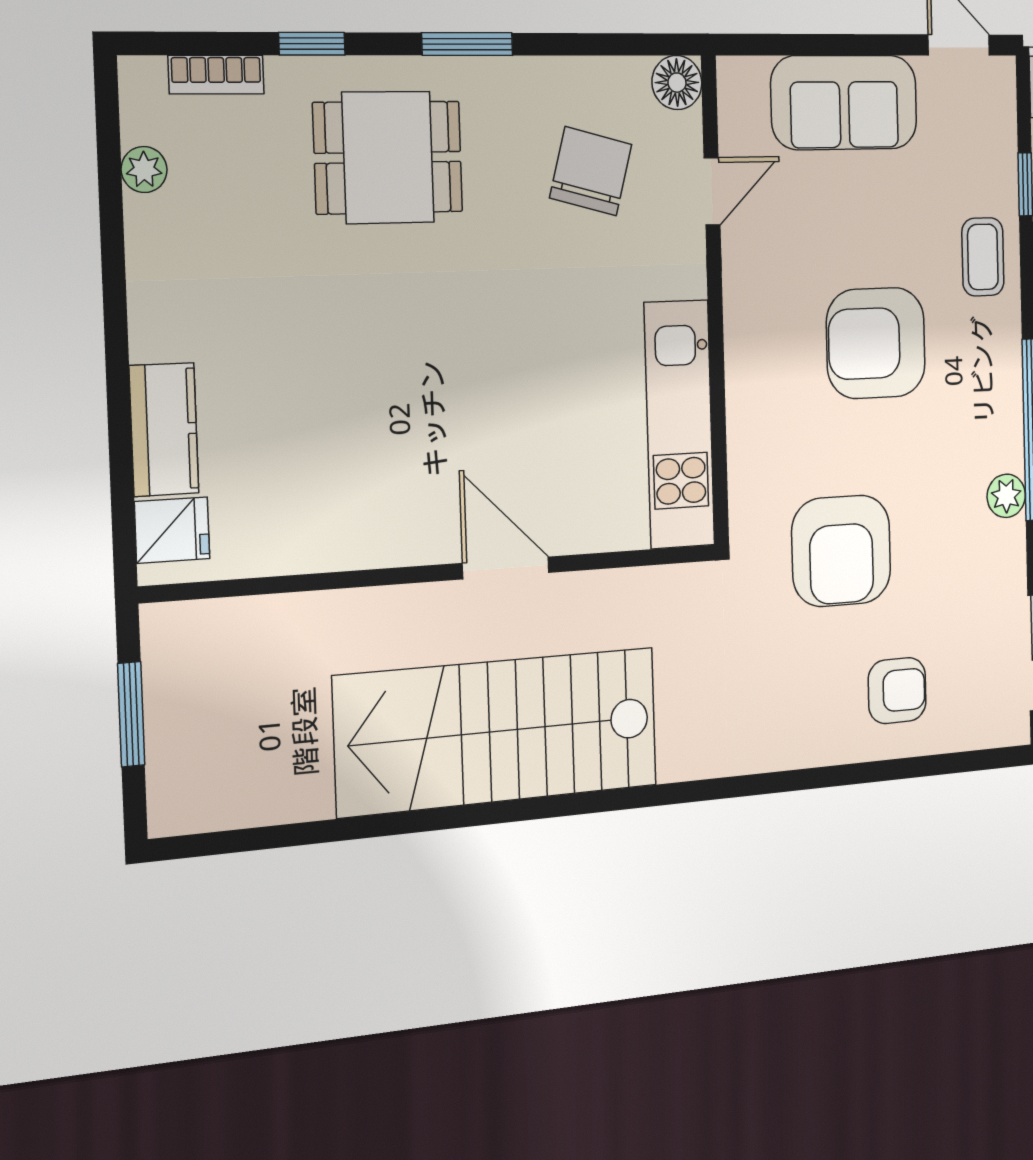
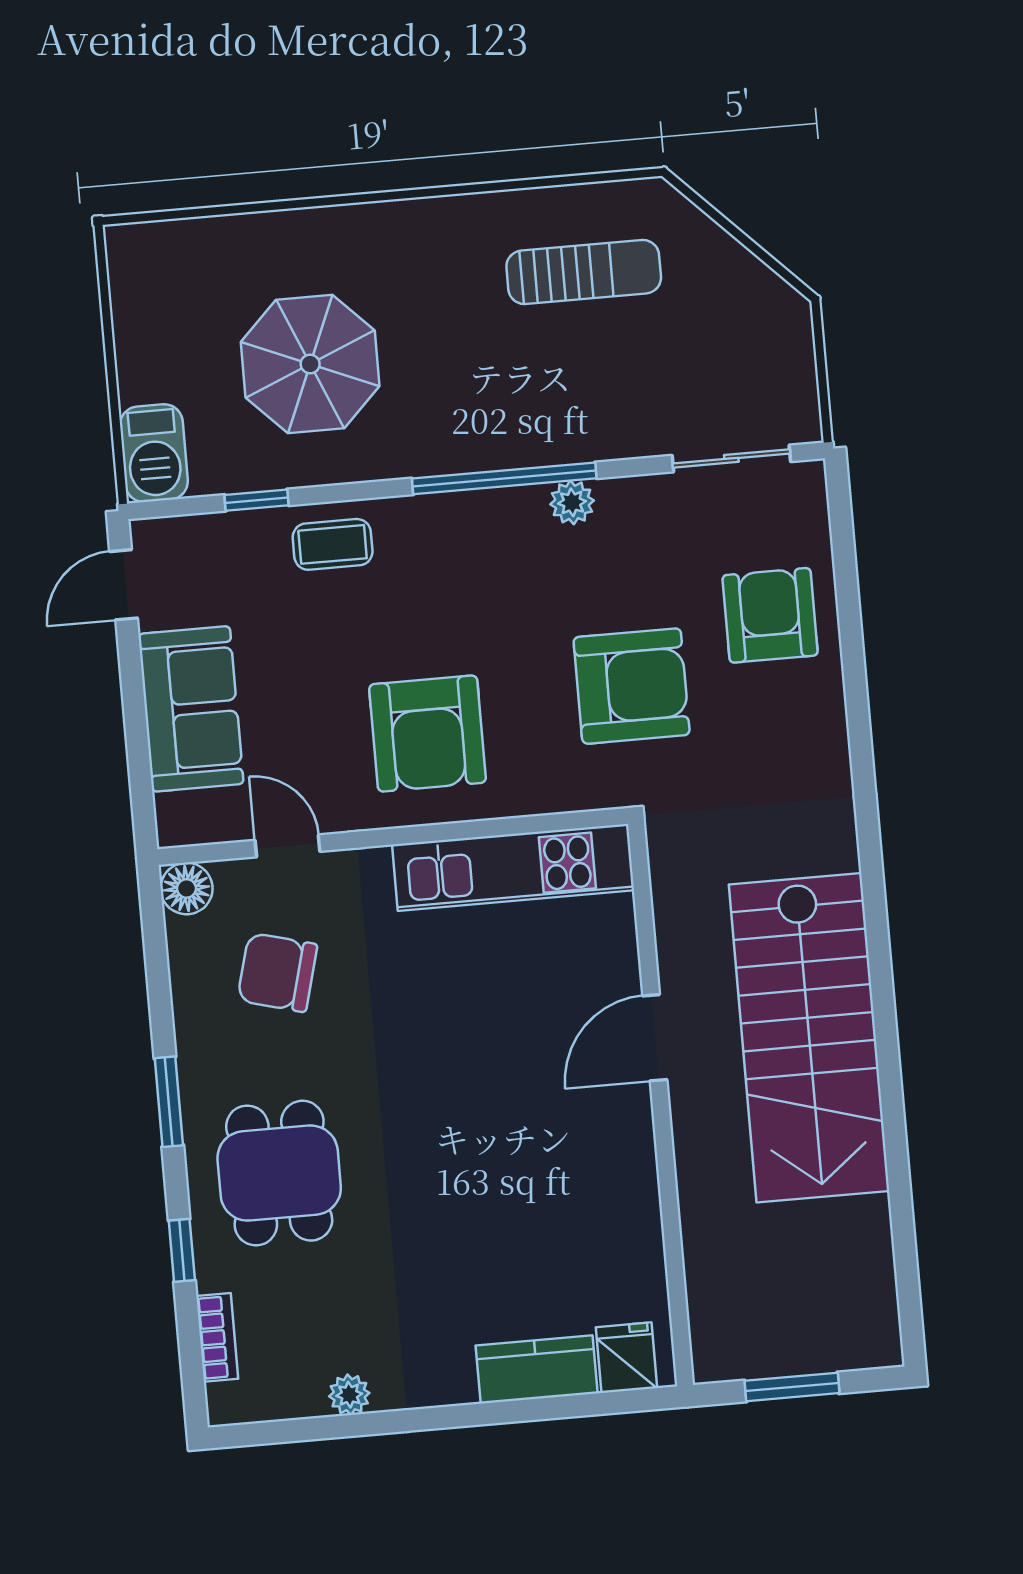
plant: (144, 170) -> (349, 1395), moved
armchair: (876, 343) -> (428, 734), moved
armchair: (897, 691) -> (770, 615), width x1.38, depth x1.38

